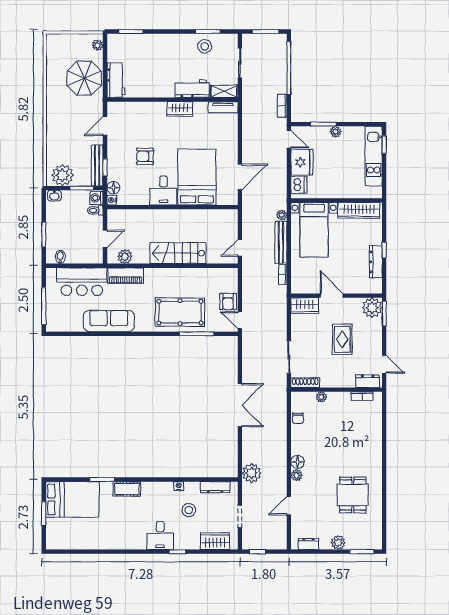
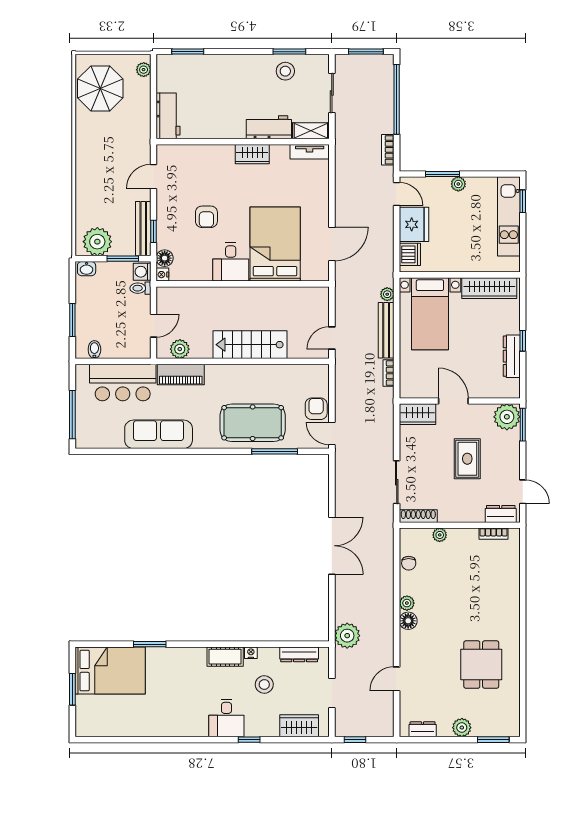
parasol: (84, 78) -> (100, 88), moved
armchair: (145, 156) -> (206, 217), turned -90
armchair: (228, 302) -> (316, 409), turned 180
plant: (297, 475) -> (407, 603), moved
cot: (127, 489) -> (225, 657), moved

